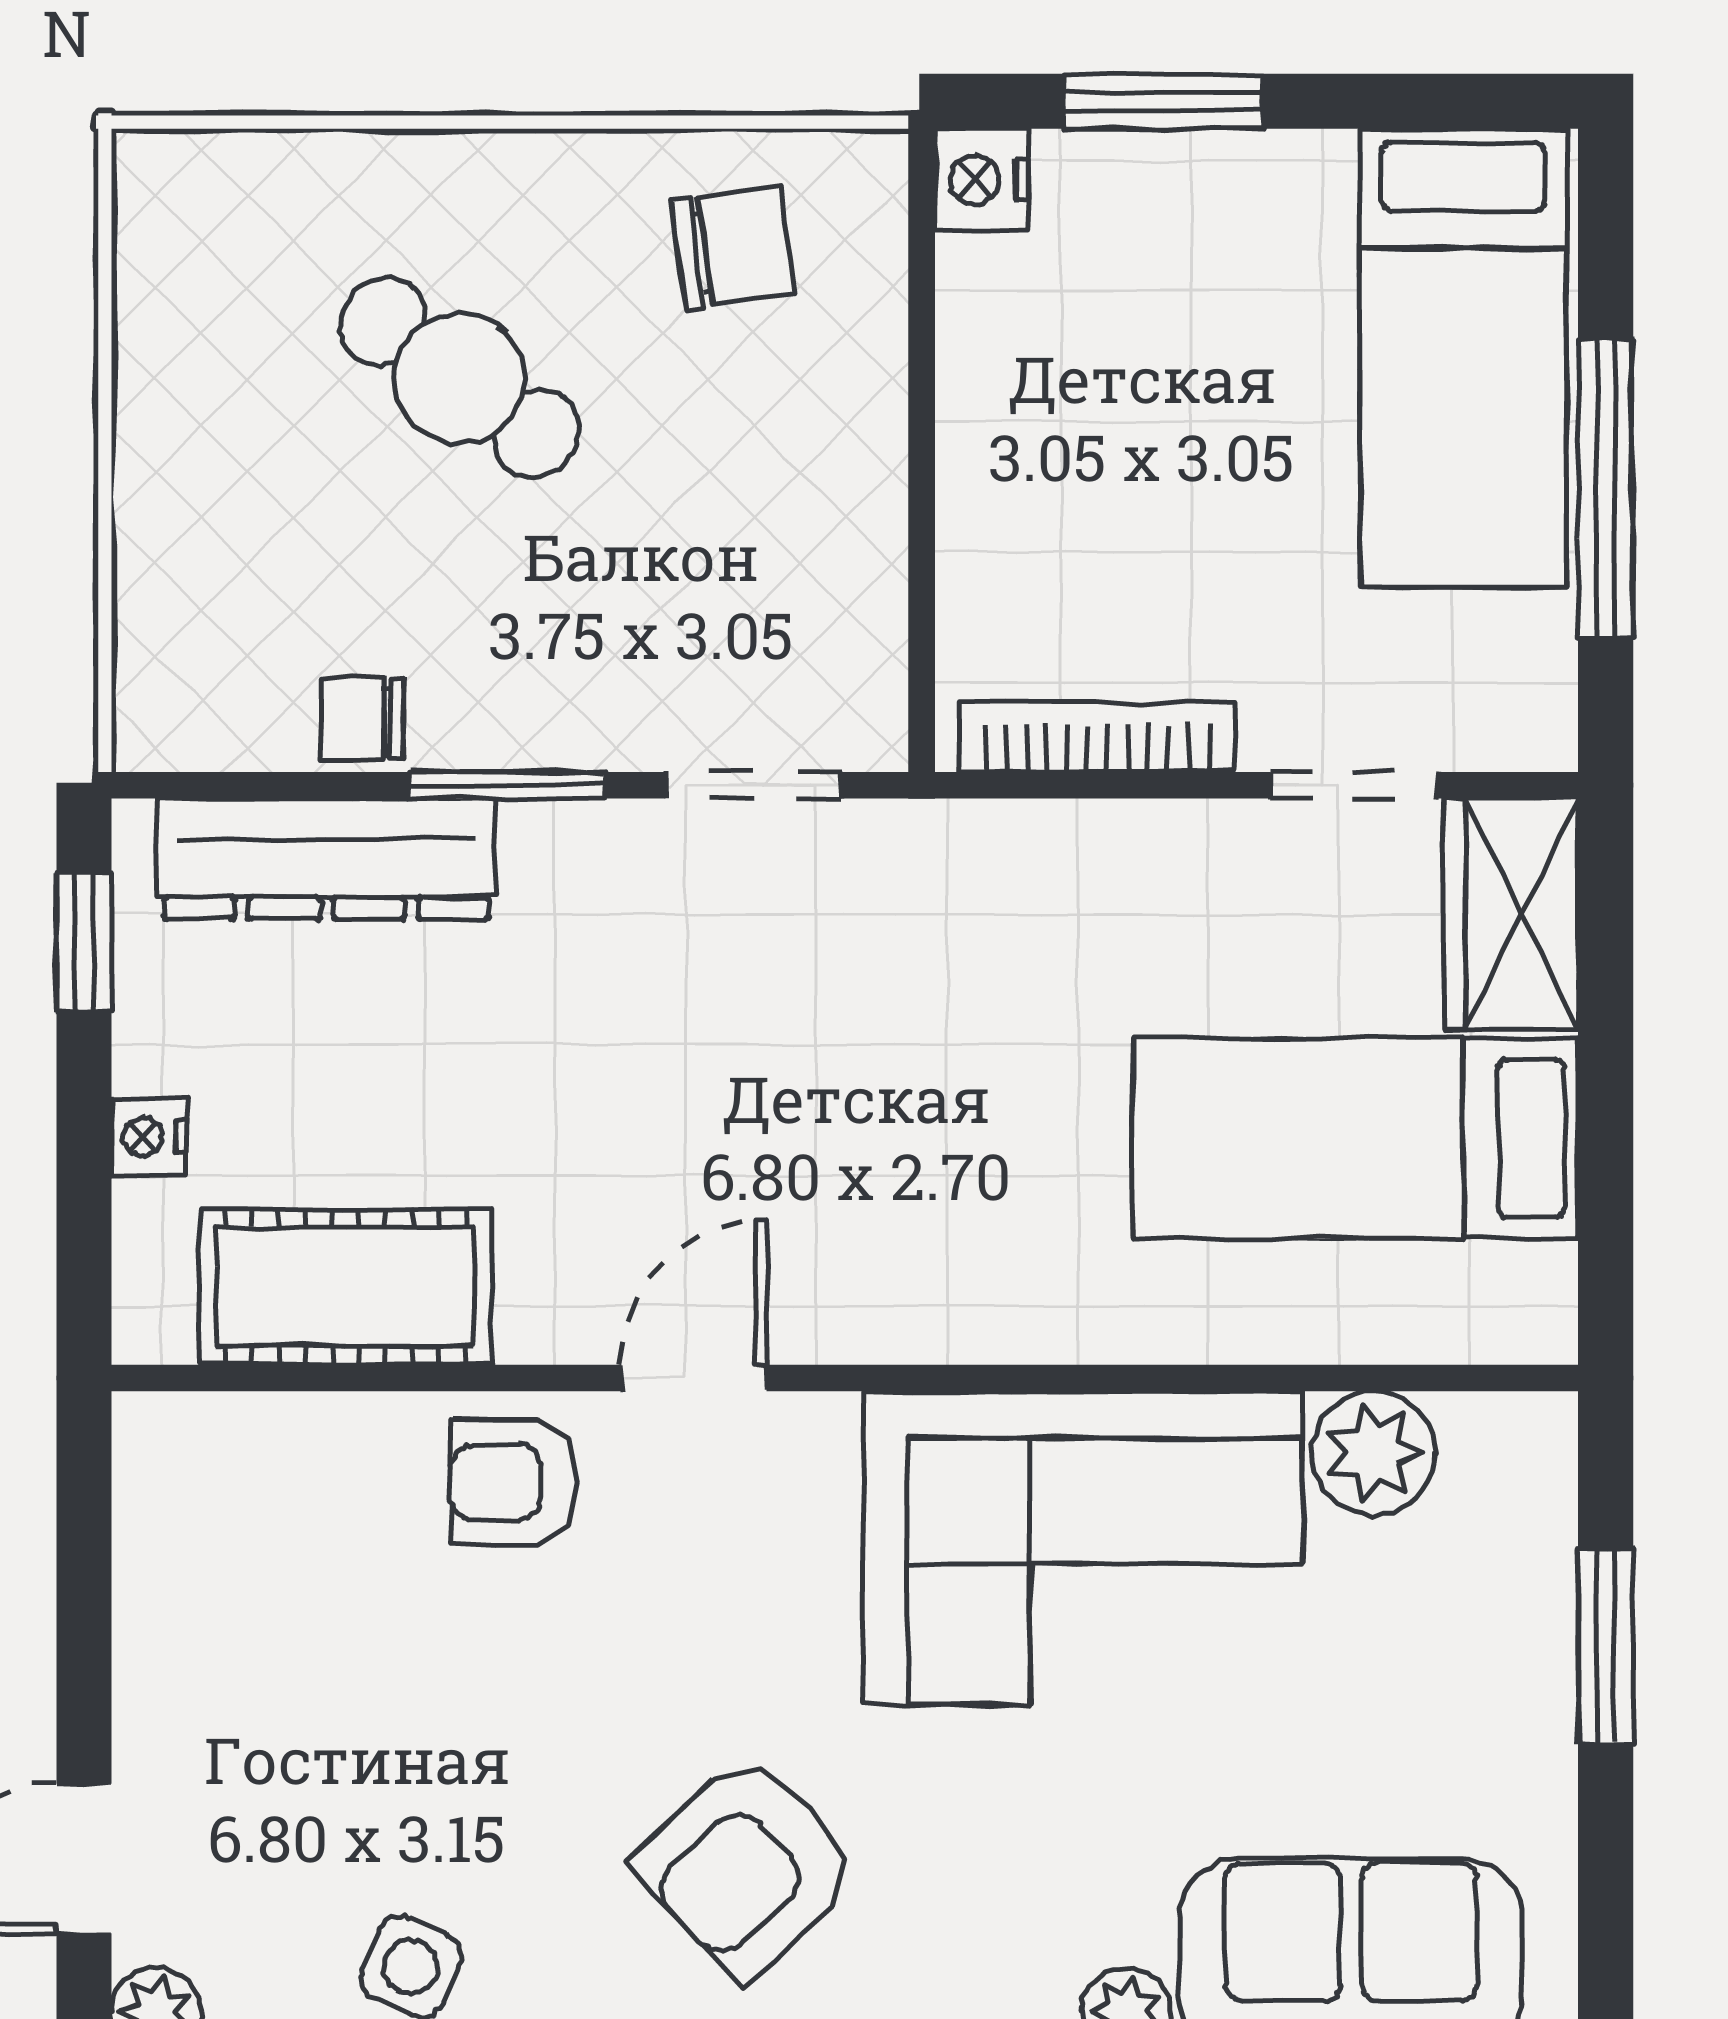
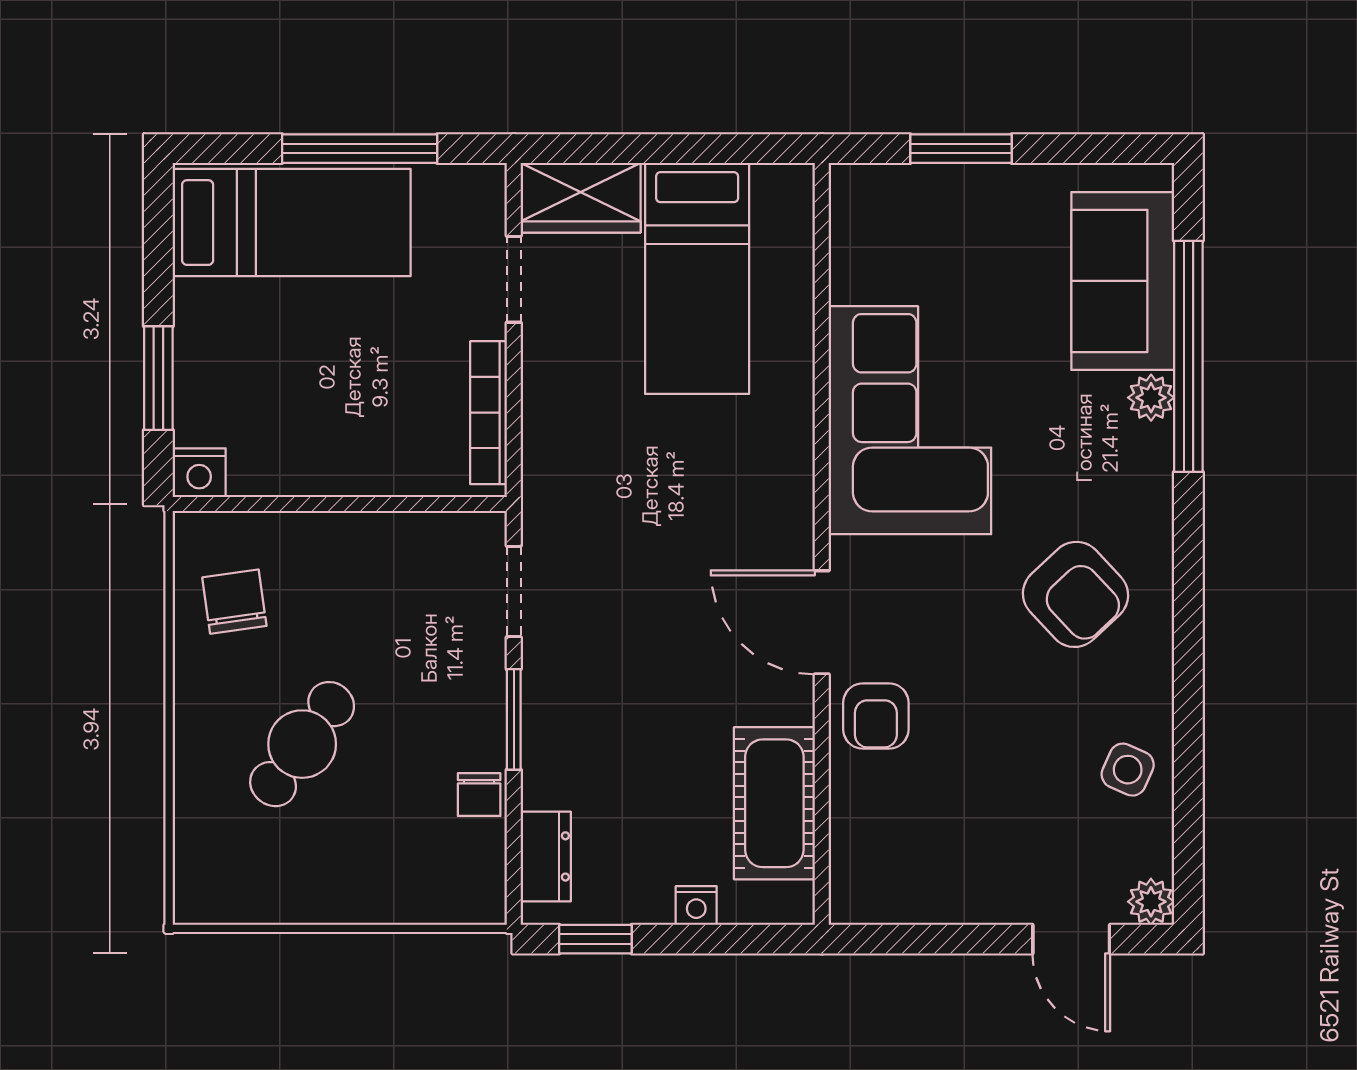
dresser: (326, 859) -> (546, 856), width x0.51, depth x0.80
door: (694, 1378) -> (822, 622), width x1.38
plant: (1373, 1453) -> (861, 269), removed

